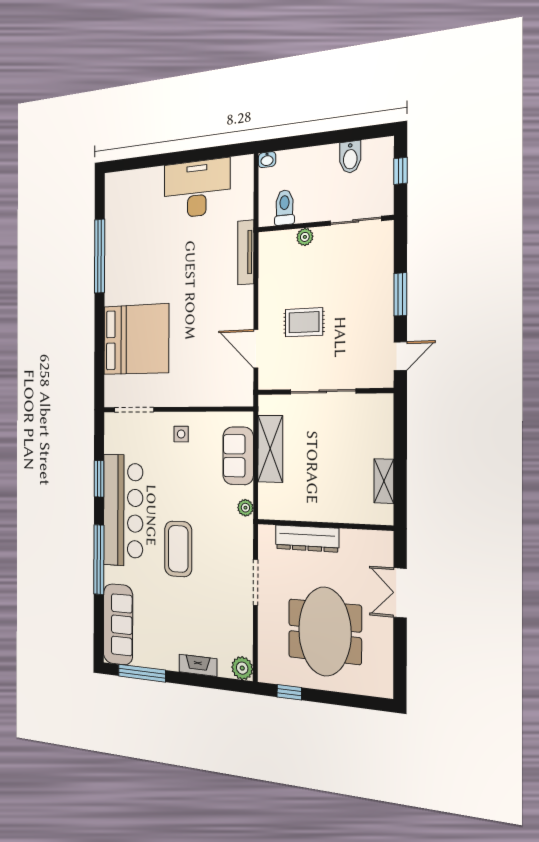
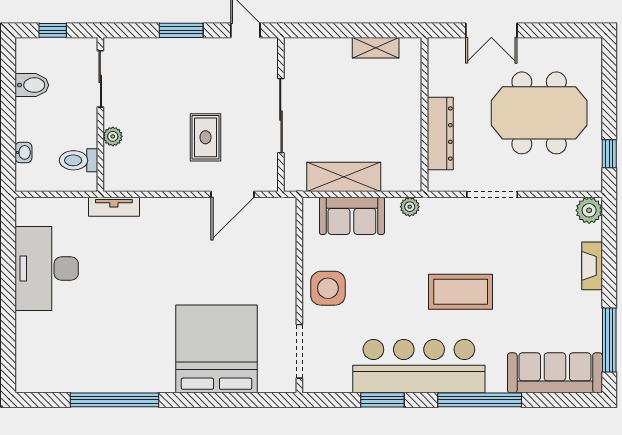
washbasin: (267, 160) -> (23, 152), moved
tv unit: (246, 252) -> (114, 207), width x0.71
side table: (181, 434) -> (328, 288), width x1.87, depth x1.87

